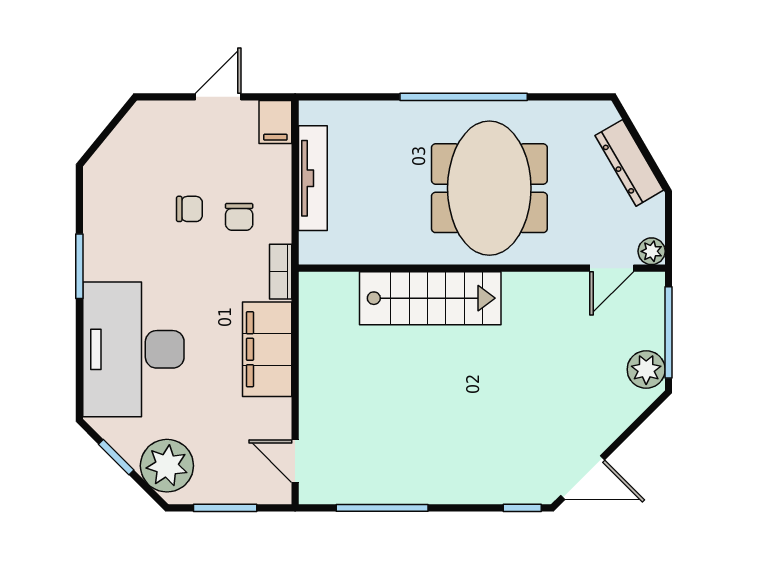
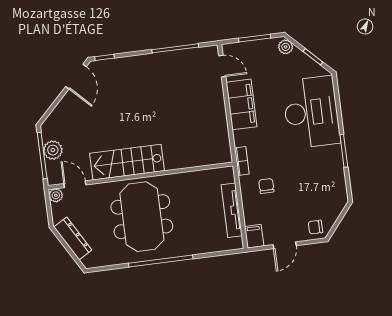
chair: (189, 209) -> (315, 227), moved
door: (612, 268) -> (75, 184), hinge flipped
stairs: (430, 298) -> (127, 162), moved
filing cabinet: (267, 349) -> (242, 104), moved
plant: (646, 369) -> (53, 150), moved
plant: (167, 466) -> (286, 47), width x0.53, depth x0.53
door: (583, 478) -> (76, 77), swing flipped

